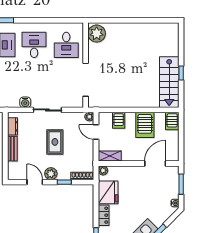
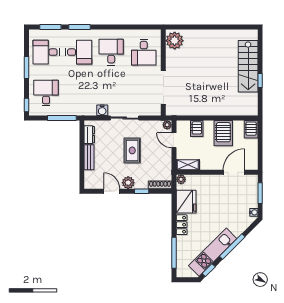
stairs: (169, 82) -> (248, 66), moved

